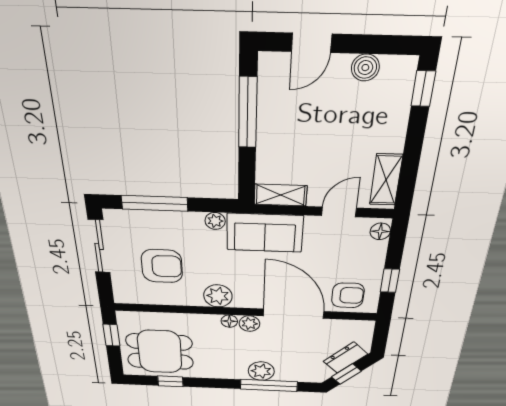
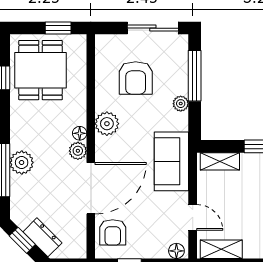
shelving: (280, 195) -> (220, 161), moved, turned 90
plant: (215, 221) -> (181, 104), moved

